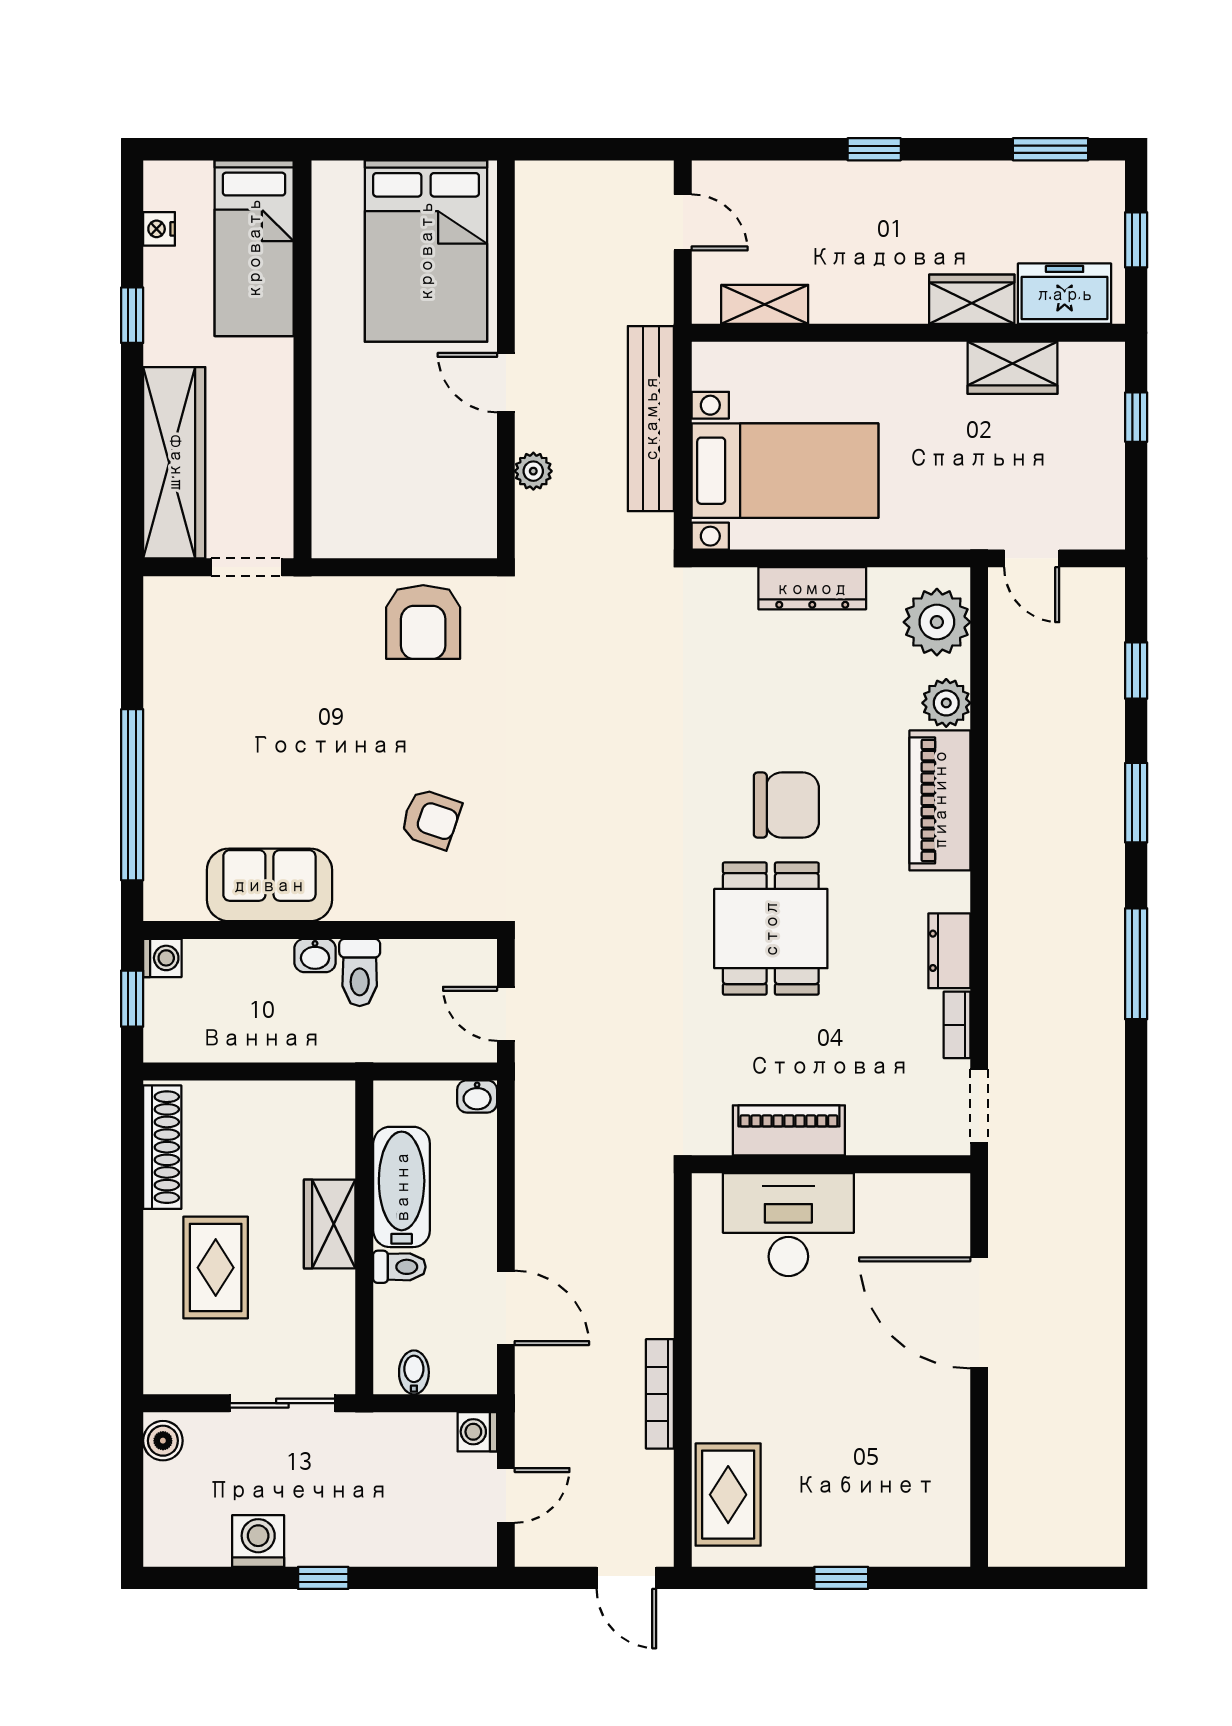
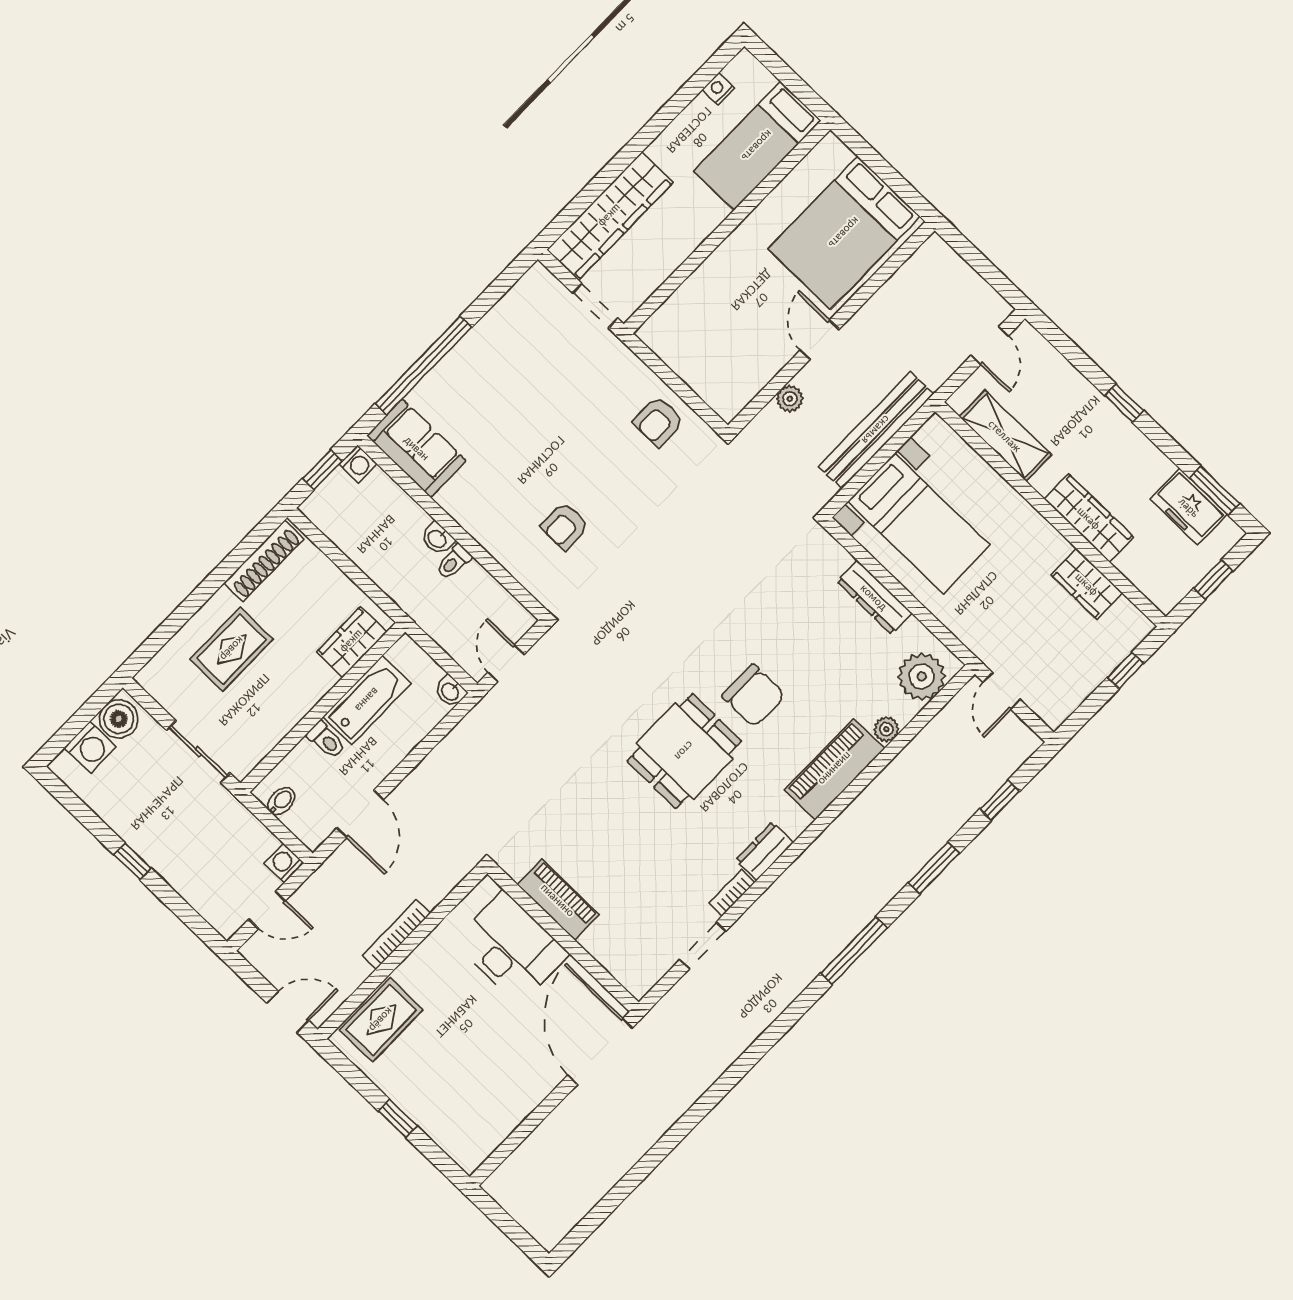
freezer: (1065, 294) -> (1189, 507), moved, turned 180
wardrobe: (972, 299) -> (1089, 518), width x1.50
shelving: (765, 304) -> (1005, 436), width x1.50, depth x1.33
window: (132, 315) -> (662, 120), removed
armchair: (423, 622) -> (658, 421), width x0.72, depth x0.72
plant: (946, 703) -> (886, 729), width x0.73, depth x0.73
armchair: (431, 819) -> (565, 526), turned 71
sofa: (269, 885) -> (417, 448), moved
toilet: (360, 972) -> (454, 562), width x0.73, depth x0.72
piano: (789, 1130) -> (558, 900), moved
wall: (831, 1164) -> (563, 938), moved
wardrobe: (330, 1224) -> (352, 642), moved
desk: (788, 1225) -> (511, 948), moved
boiler: (163, 1441) -> (119, 719), width x1.36, depth x1.36
washing machine: (258, 1541) -> (90, 747), moved, turned 90
door: (626, 1578) -> (288, 1012), swing flipped

